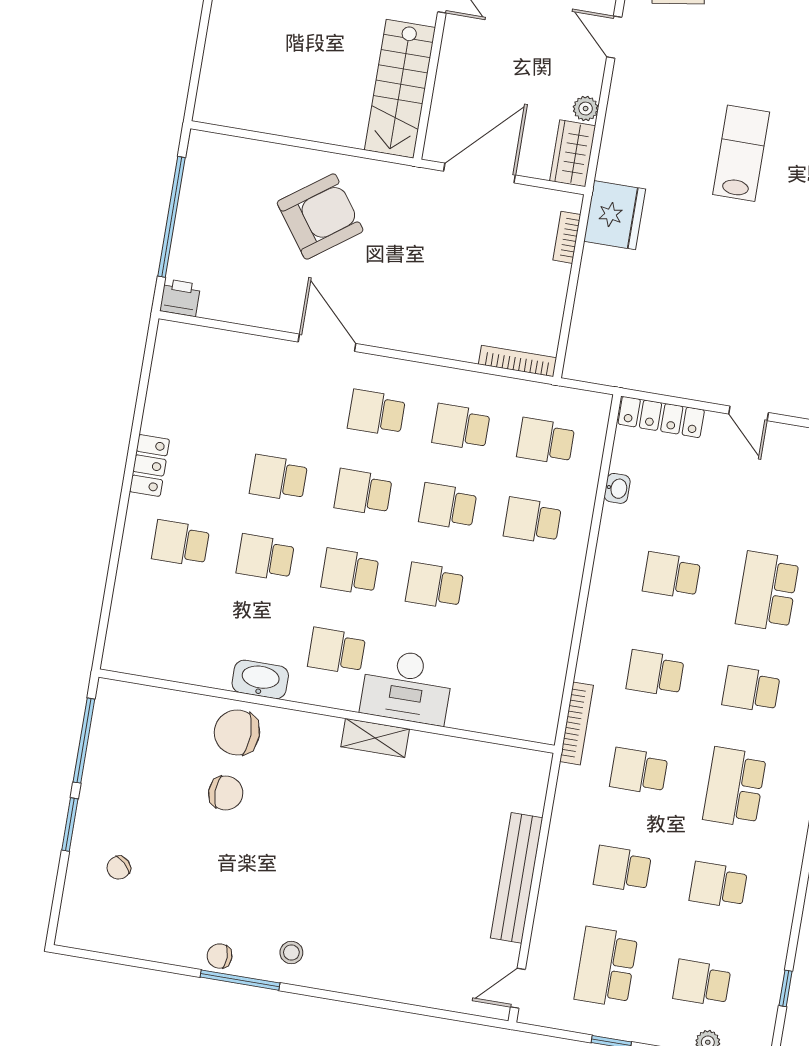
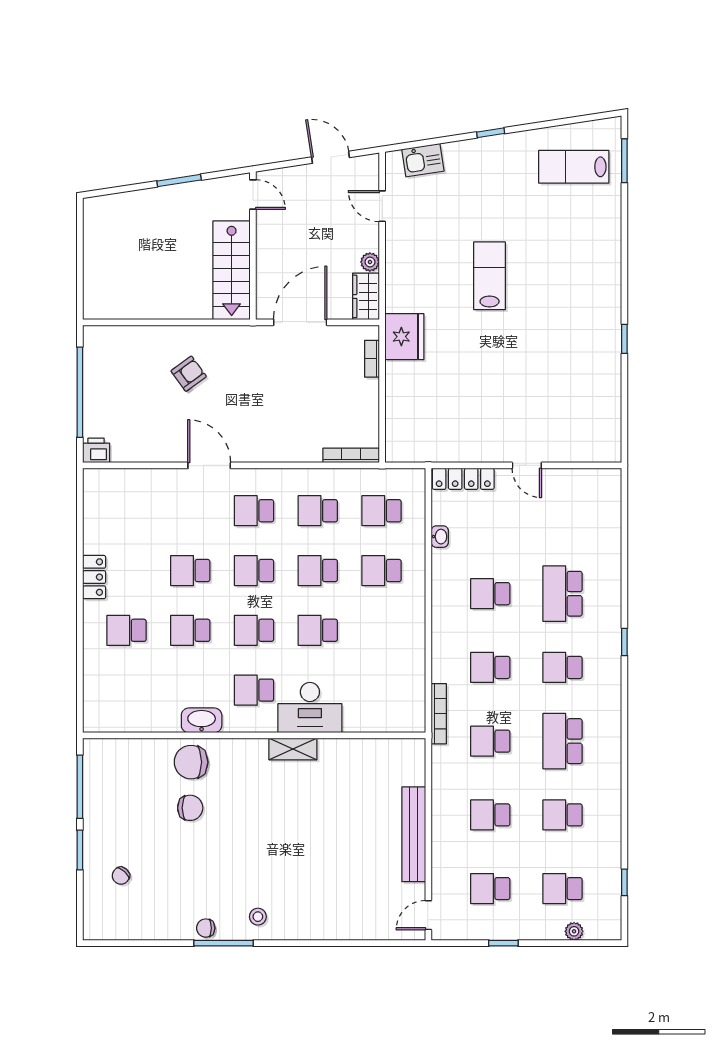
armchair: (320, 217) -> (189, 374), width x0.53, depth x0.53
school desk: (606, 967) -> (490, 889), width x0.54

